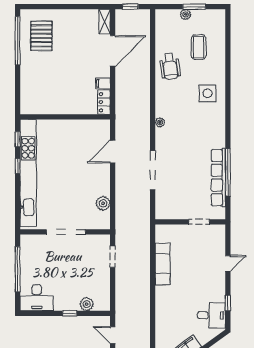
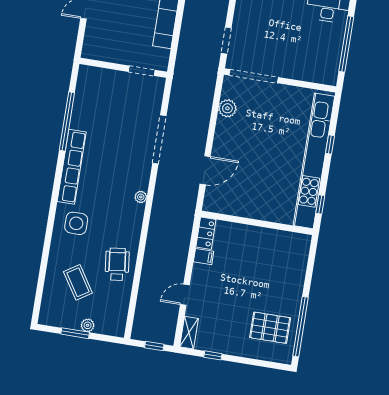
window: (83, 7) -> (213, 355), added
pallet: (41, 36) -> (270, 328), turned 90
coffee table: (199, 47) -> (78, 282), turned -33
door: (113, 51) -> (185, 295), width x0.53
window: (18, 166) -> (330, 144), moved
row of seats: (218, 178) -> (72, 167), moved
doorway: (199, 222) -> (142, 71), moved
doorway: (66, 232) -> (254, 76), moved

